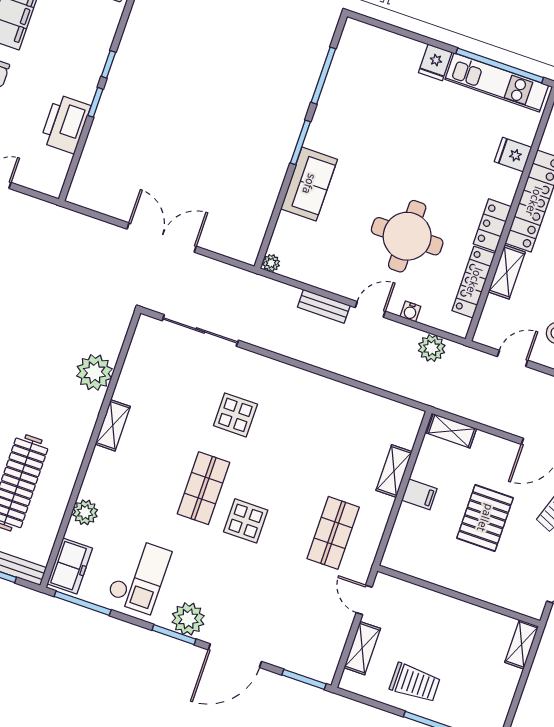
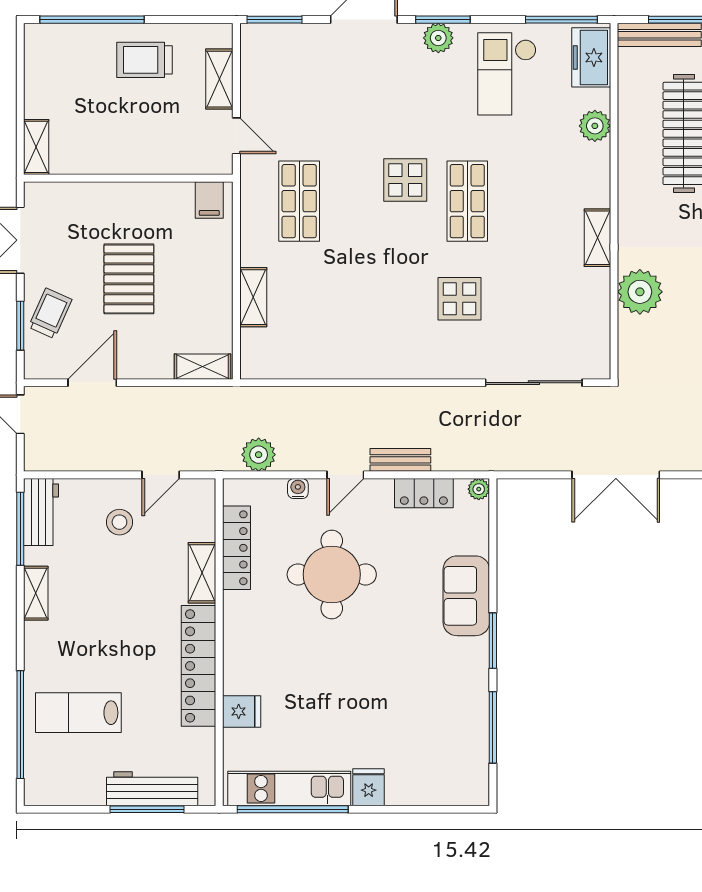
locker: (492, 225) -> (424, 493), moved, turned 90
filing cabinet: (419, 494) -> (209, 200), moved, turned -90
plant: (188, 619) -> (438, 38), width x0.73, depth x0.73

